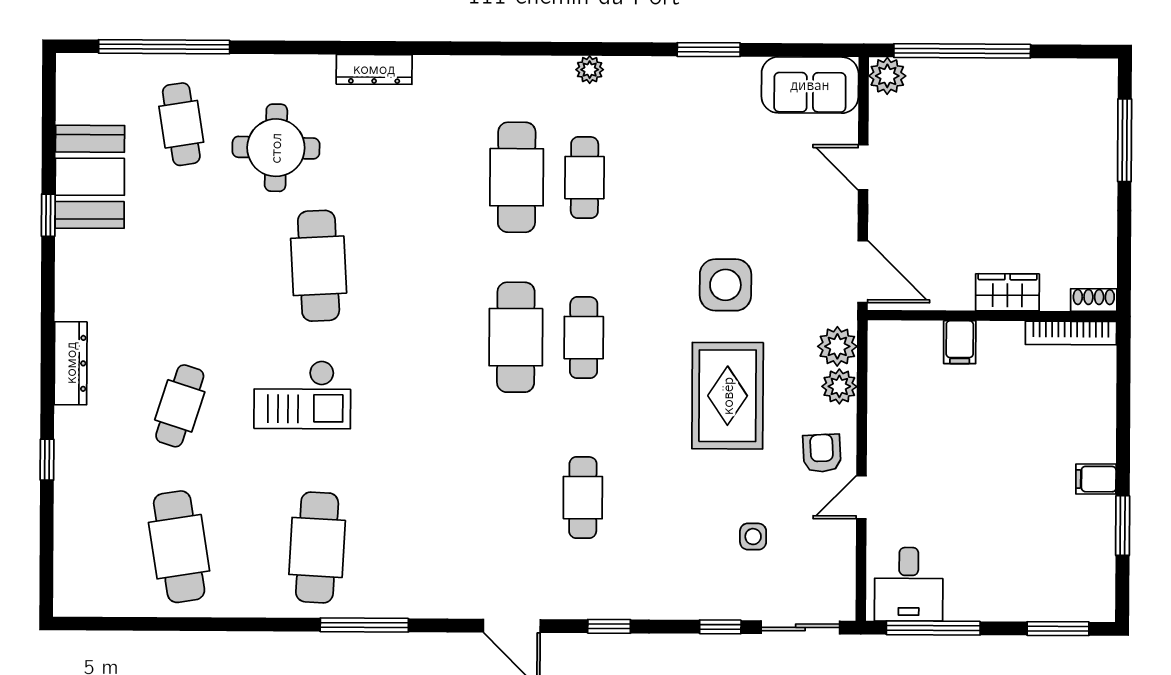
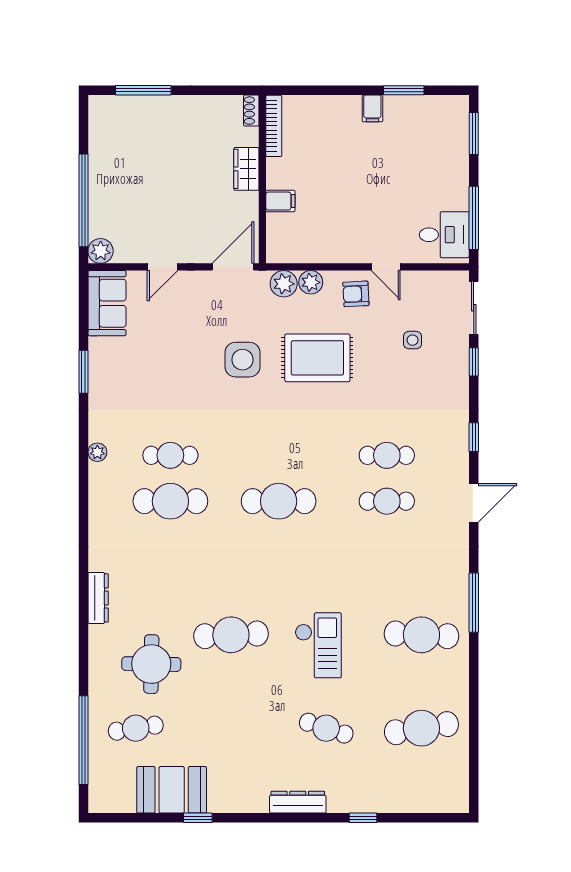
cafe table: (584, 338) -> (387, 501), moved

